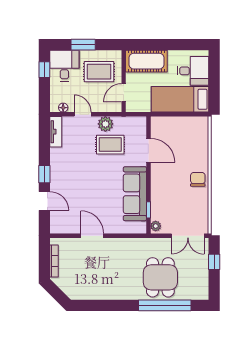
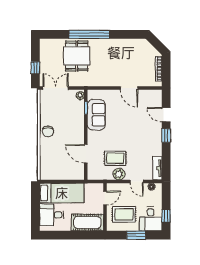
sofa: (135, 194) -> (96, 115), width x0.73
window: (165, 305) -> (89, 34), moved

